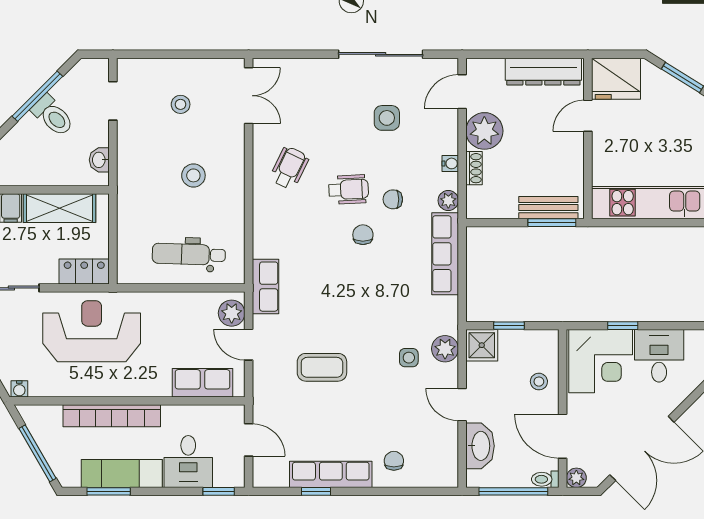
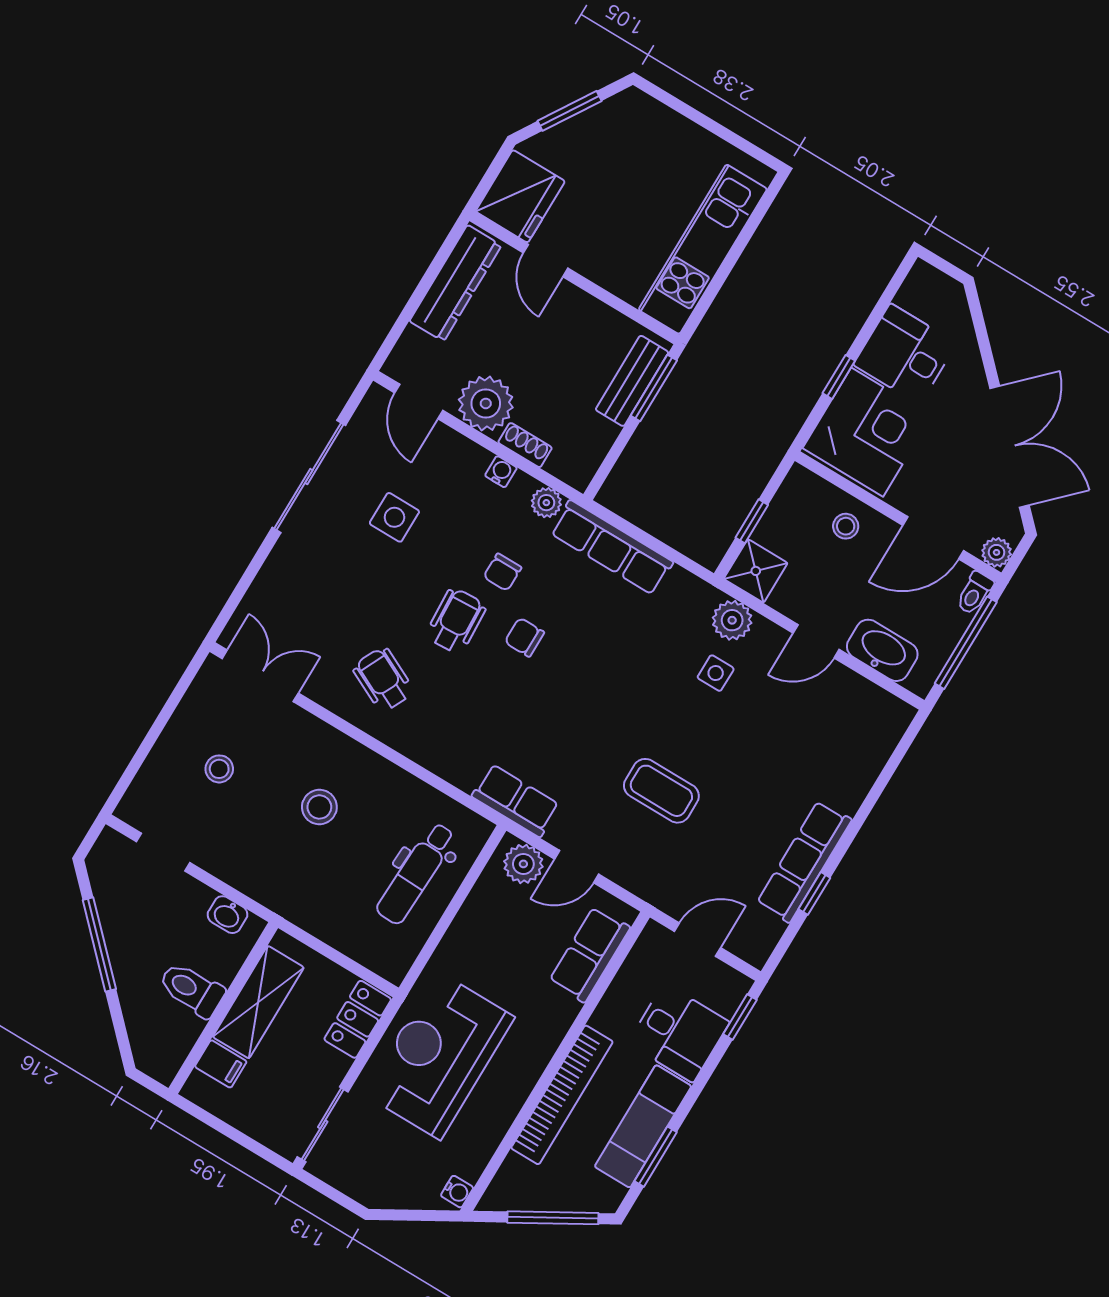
toilet: (53, 116) -> (192, 990), moved, turned -135
coffee table: (322, 367) -> (661, 791), turned 90
chair: (394, 461) -> (835, 771), removed

